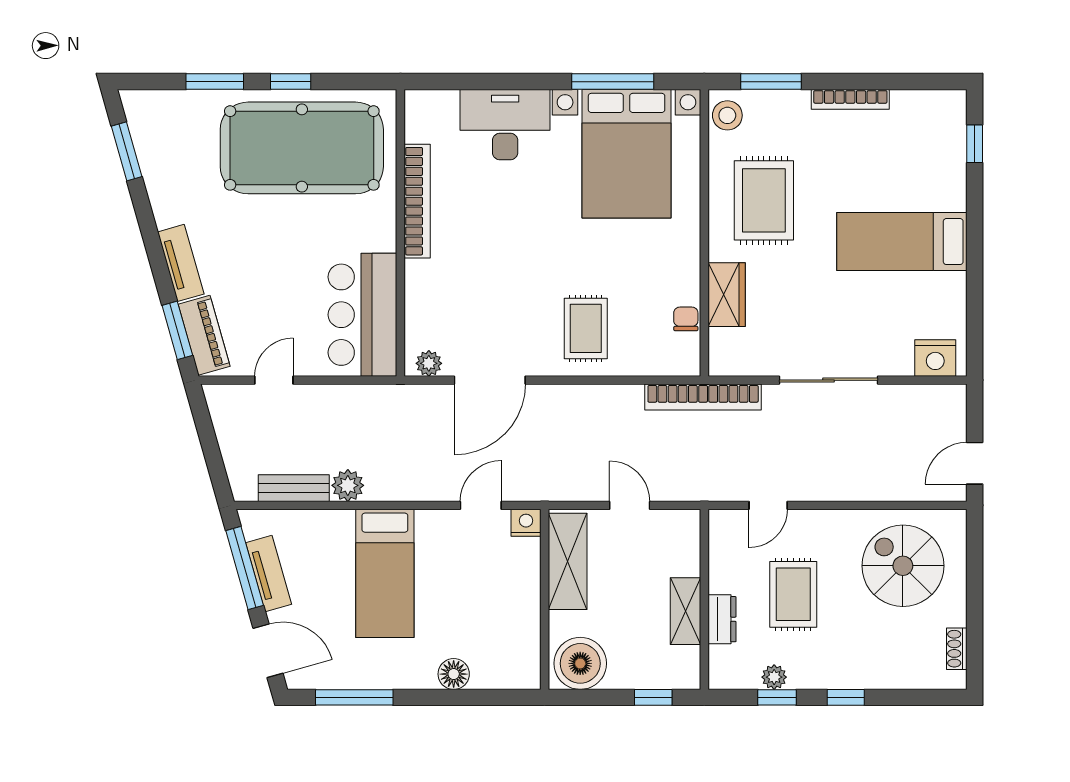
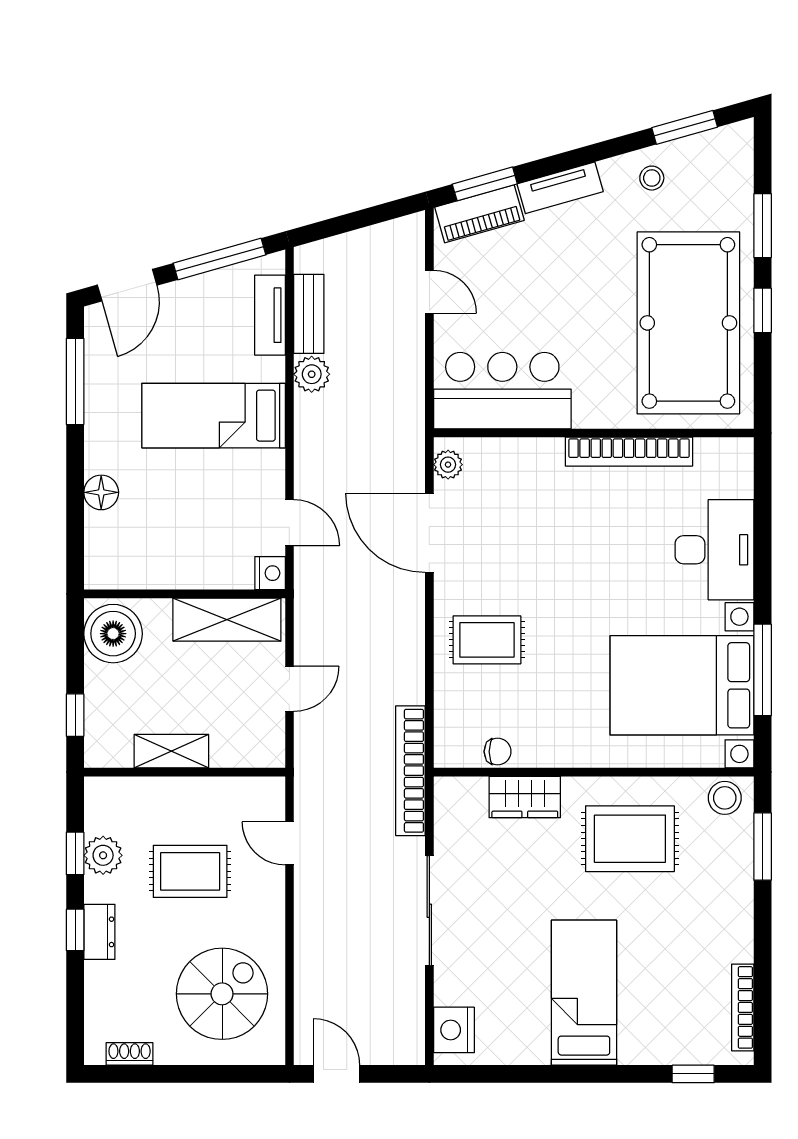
bookcase: (850, 99) -> (743, 1007), moved
stool: (172, 181) -> (652, 178), added
tv unit: (269, 574) -> (270, 315), moved, turned 106
dresser: (722, 619) -> (99, 932), moved, turned -90
plant: (774, 677) -> (103, 855), width x1.38, depth x1.38

